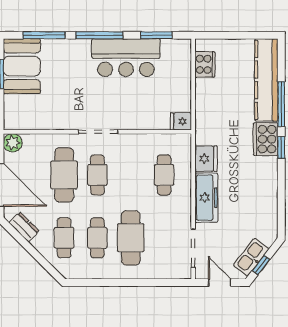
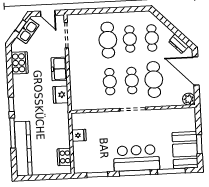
bar counter: (126, 58) -> (136, 158), moved
fridge: (181, 121) -> (79, 135), moved
cooker: (266, 139) -> (20, 63), moved
cafe table: (164, 175) -> (110, 82), moved
freezer: (206, 198) -> (59, 69), width x0.71

